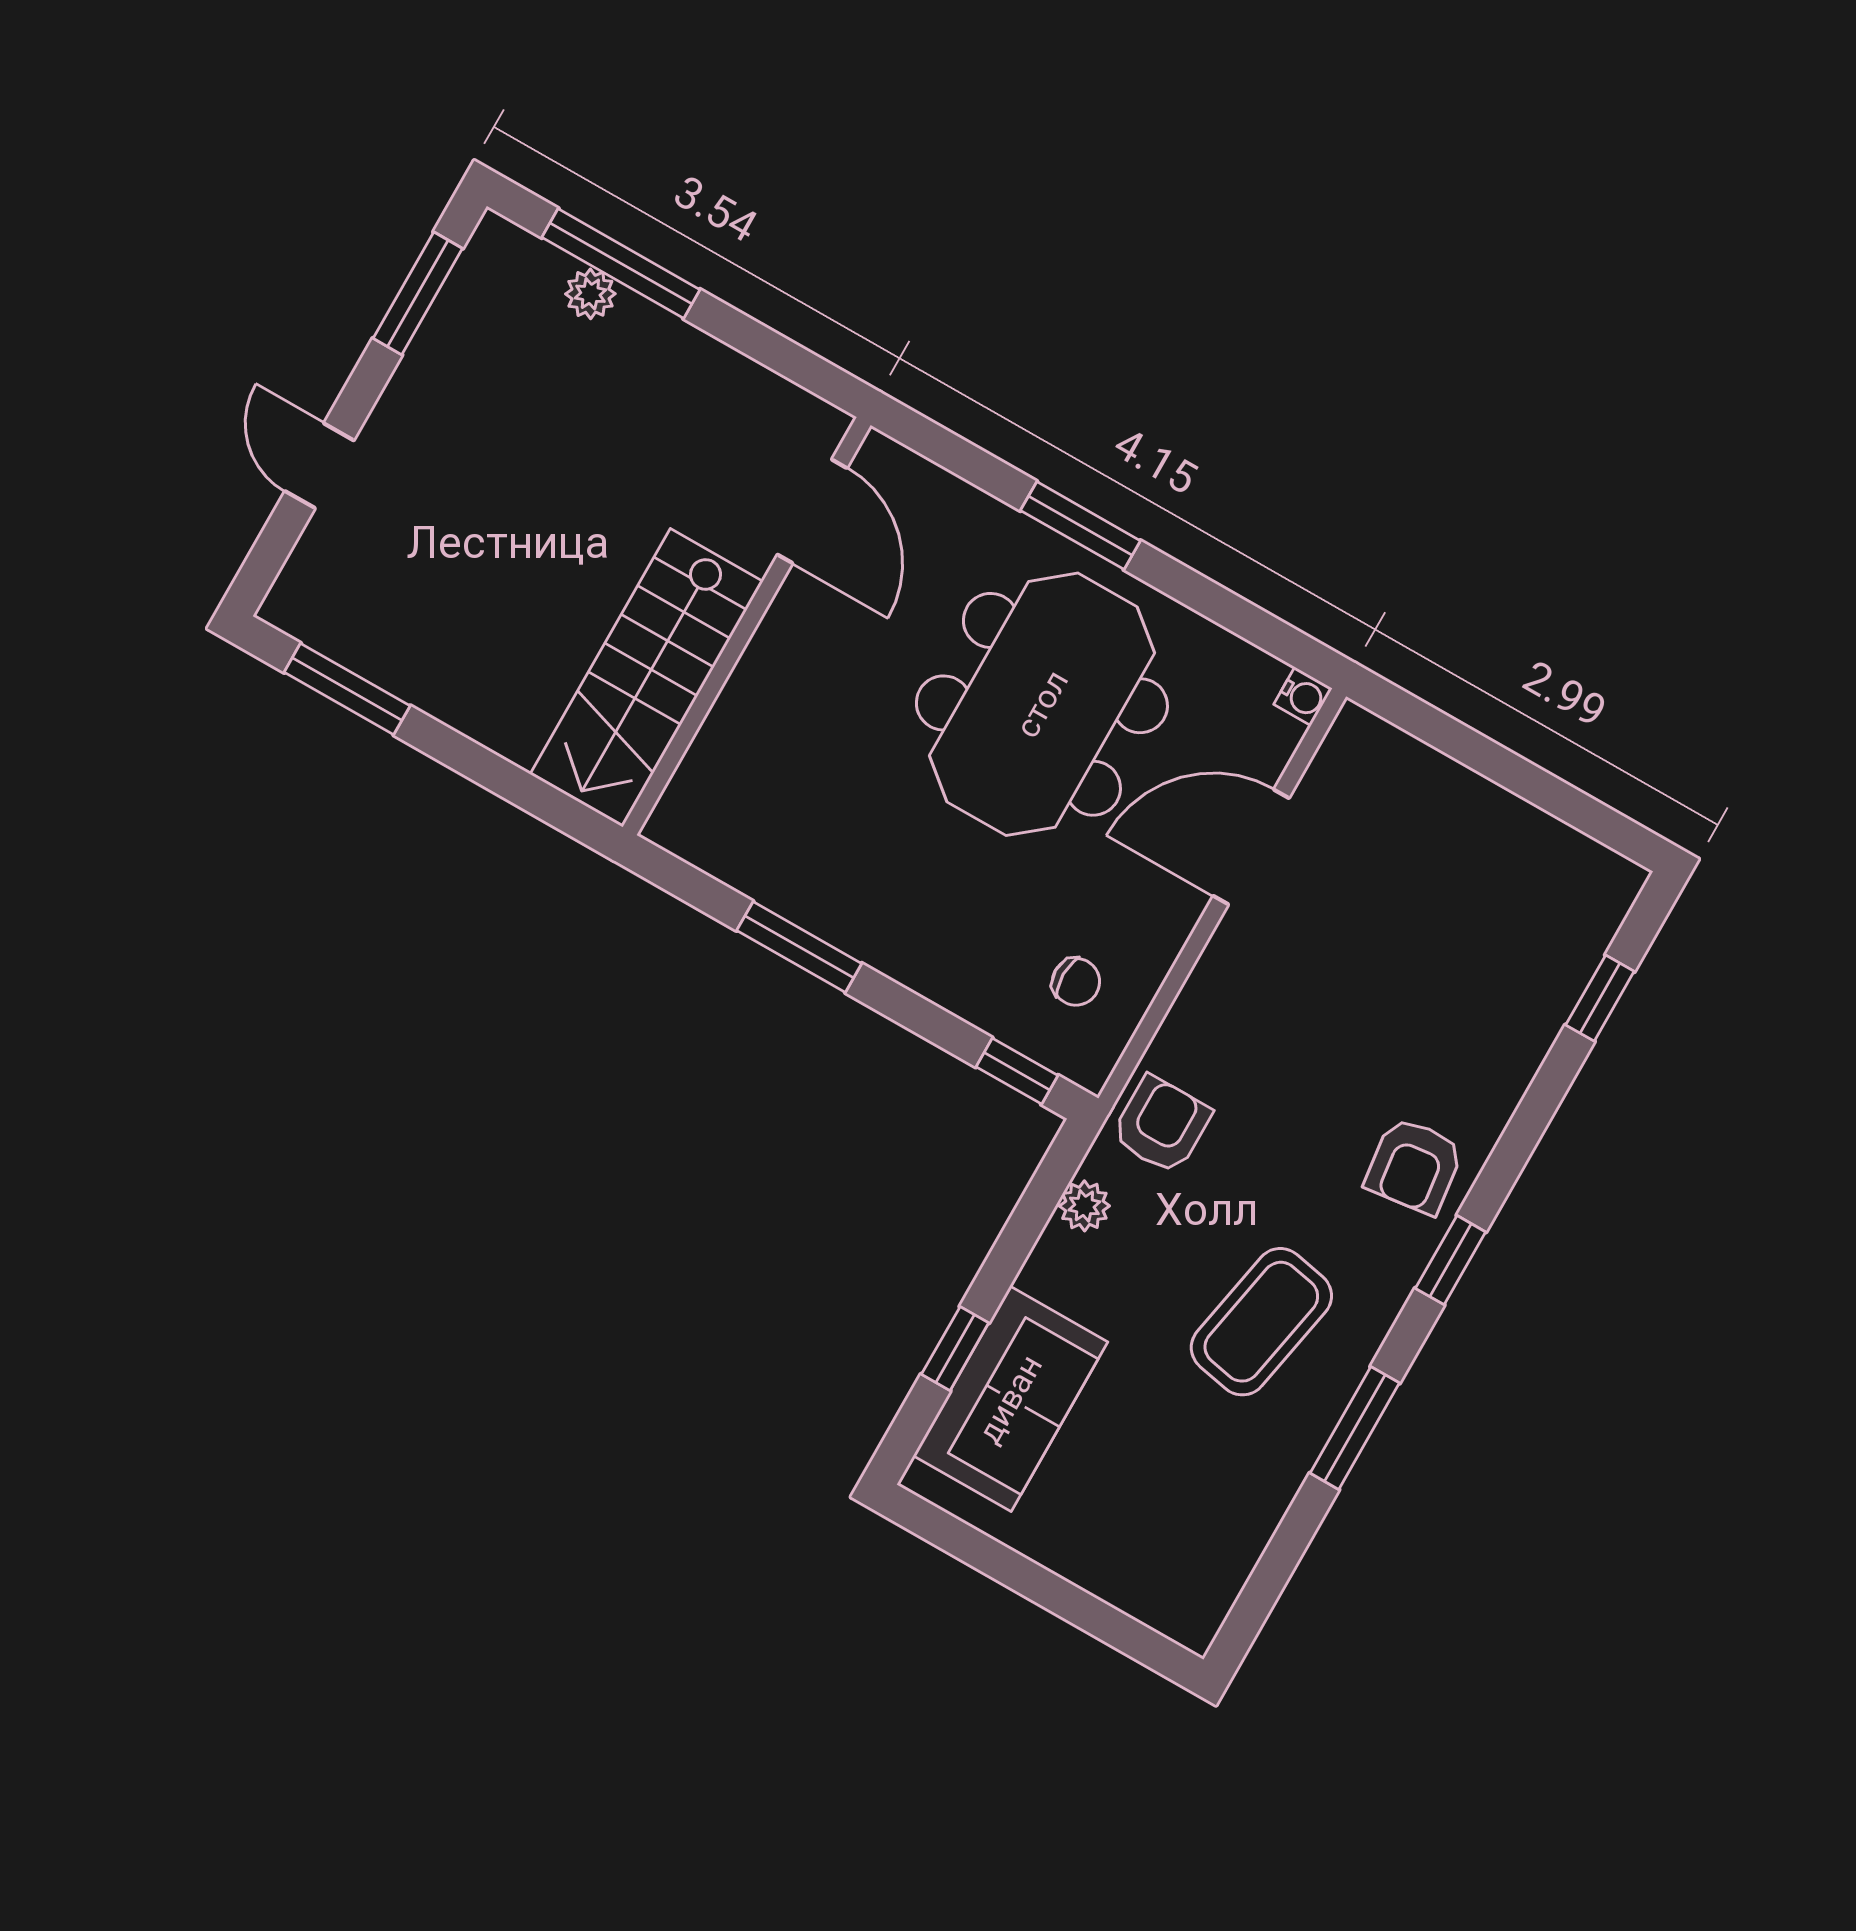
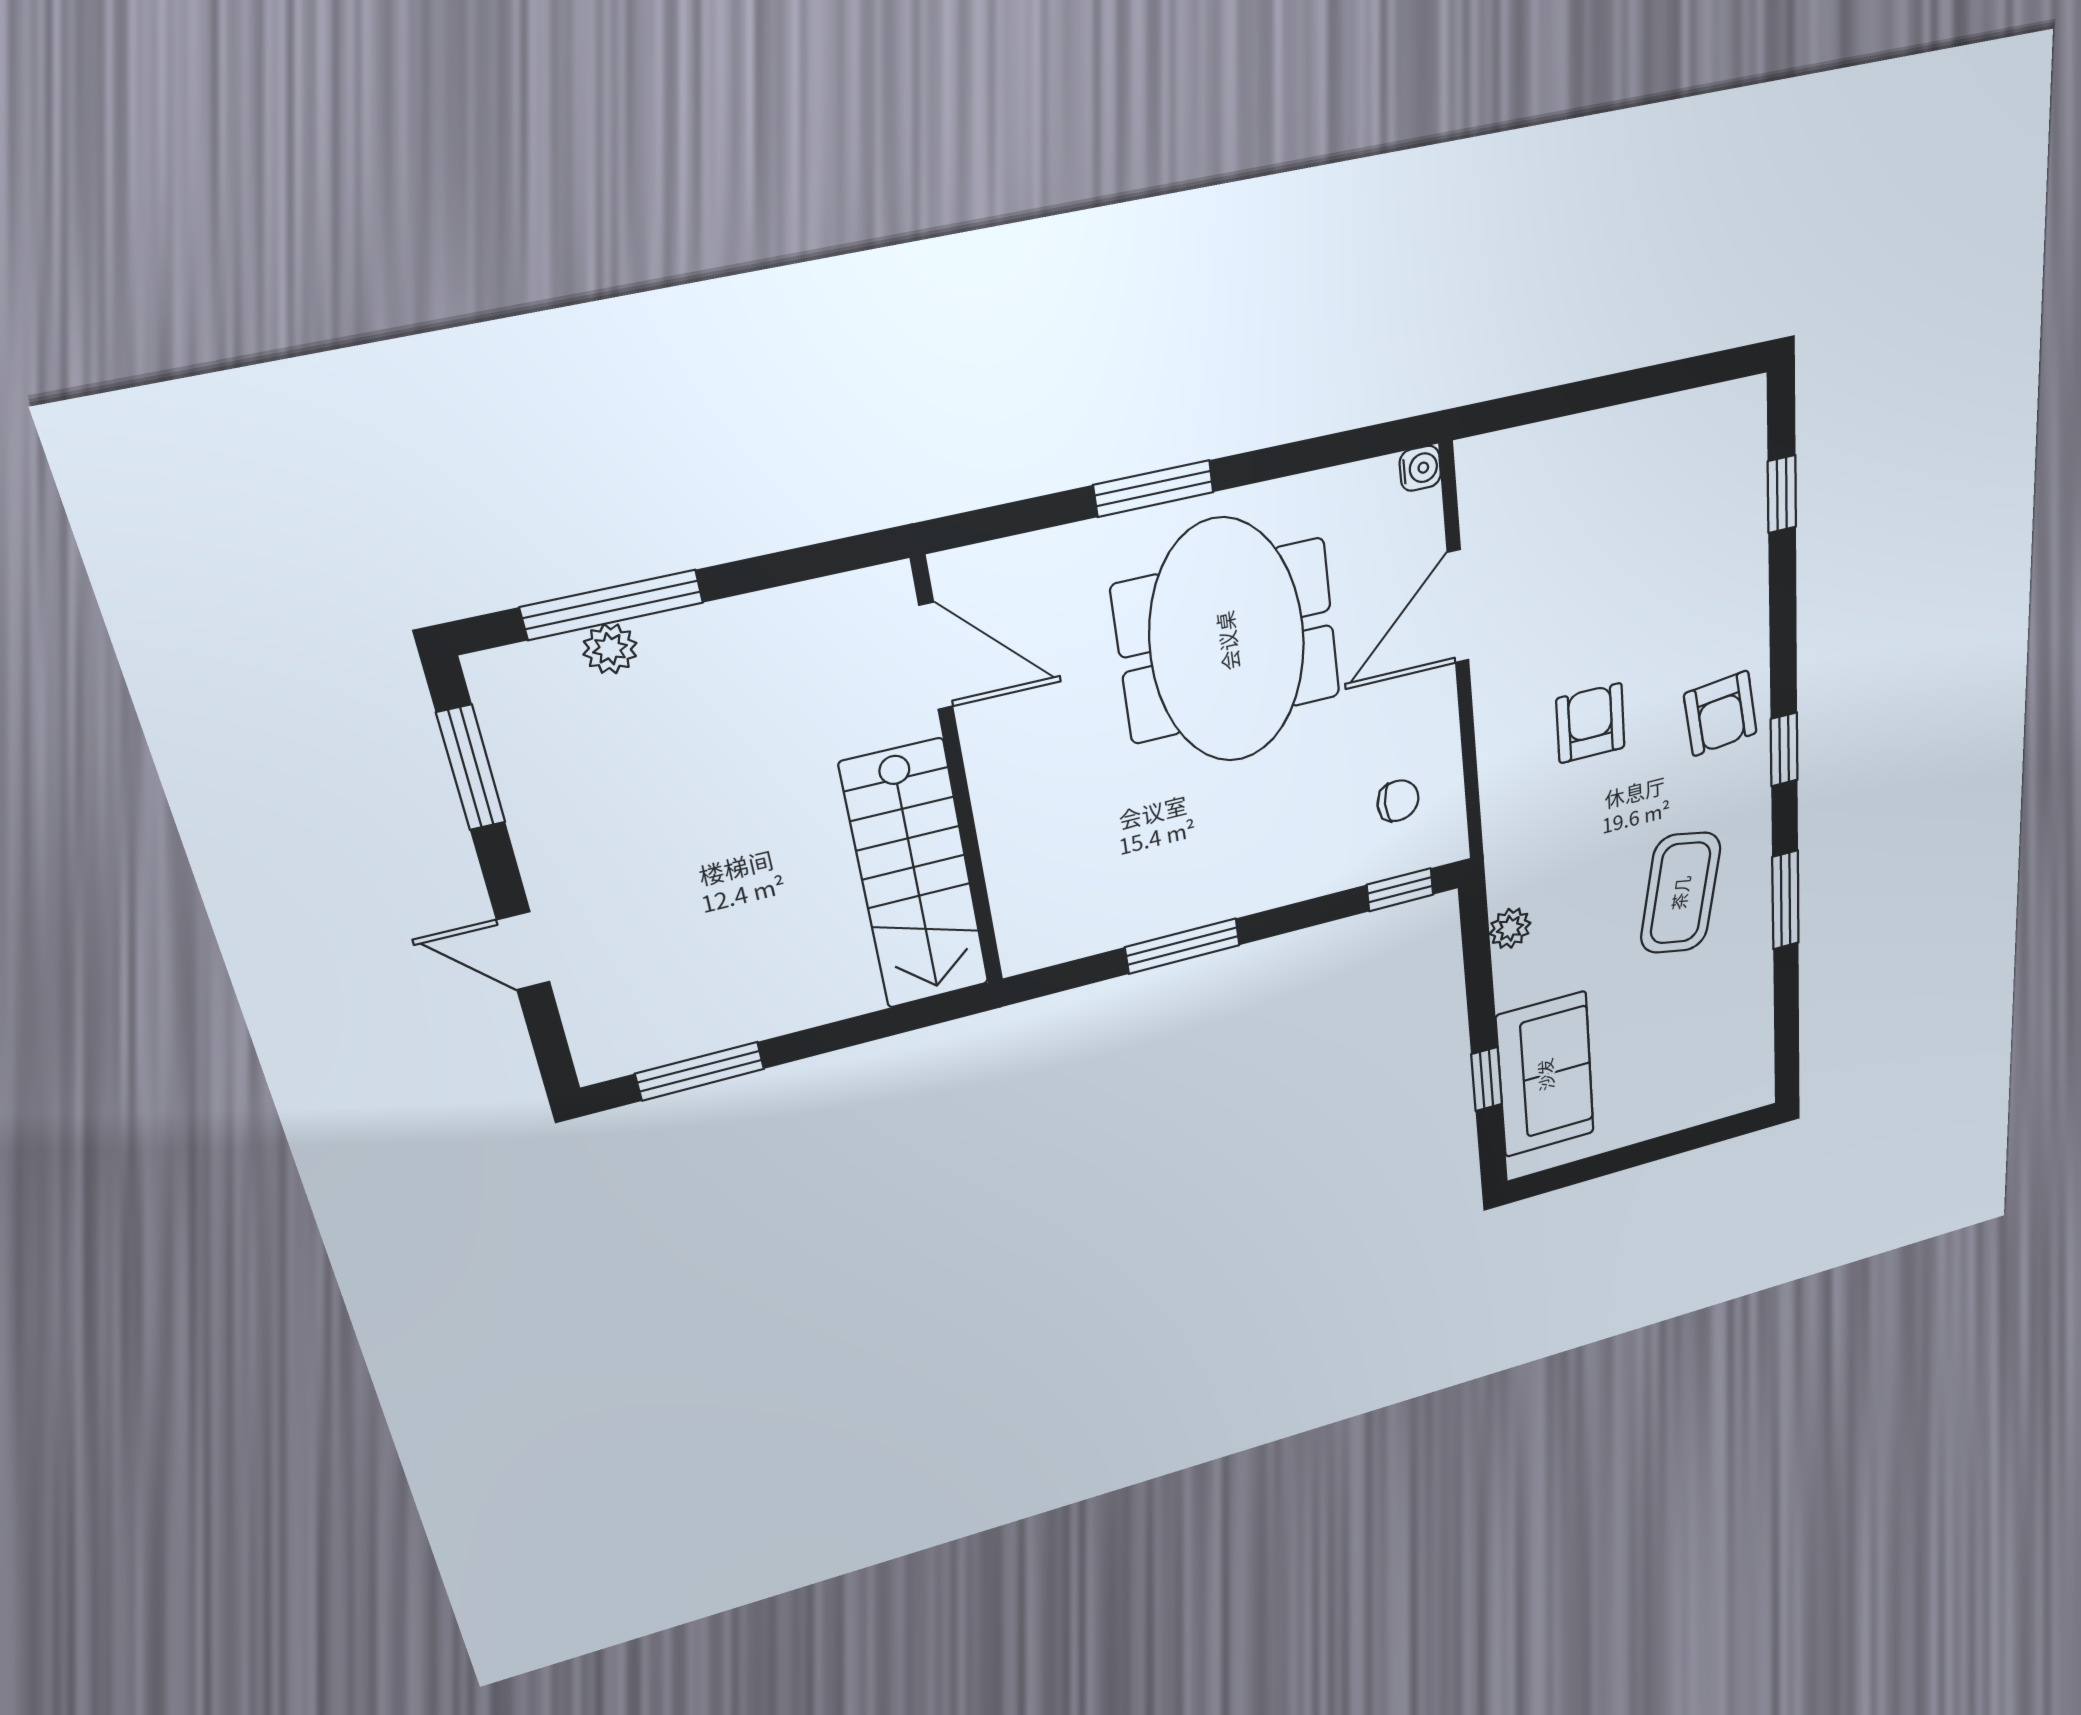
armchair: (1161, 1125) -> (1590, 723), moved

